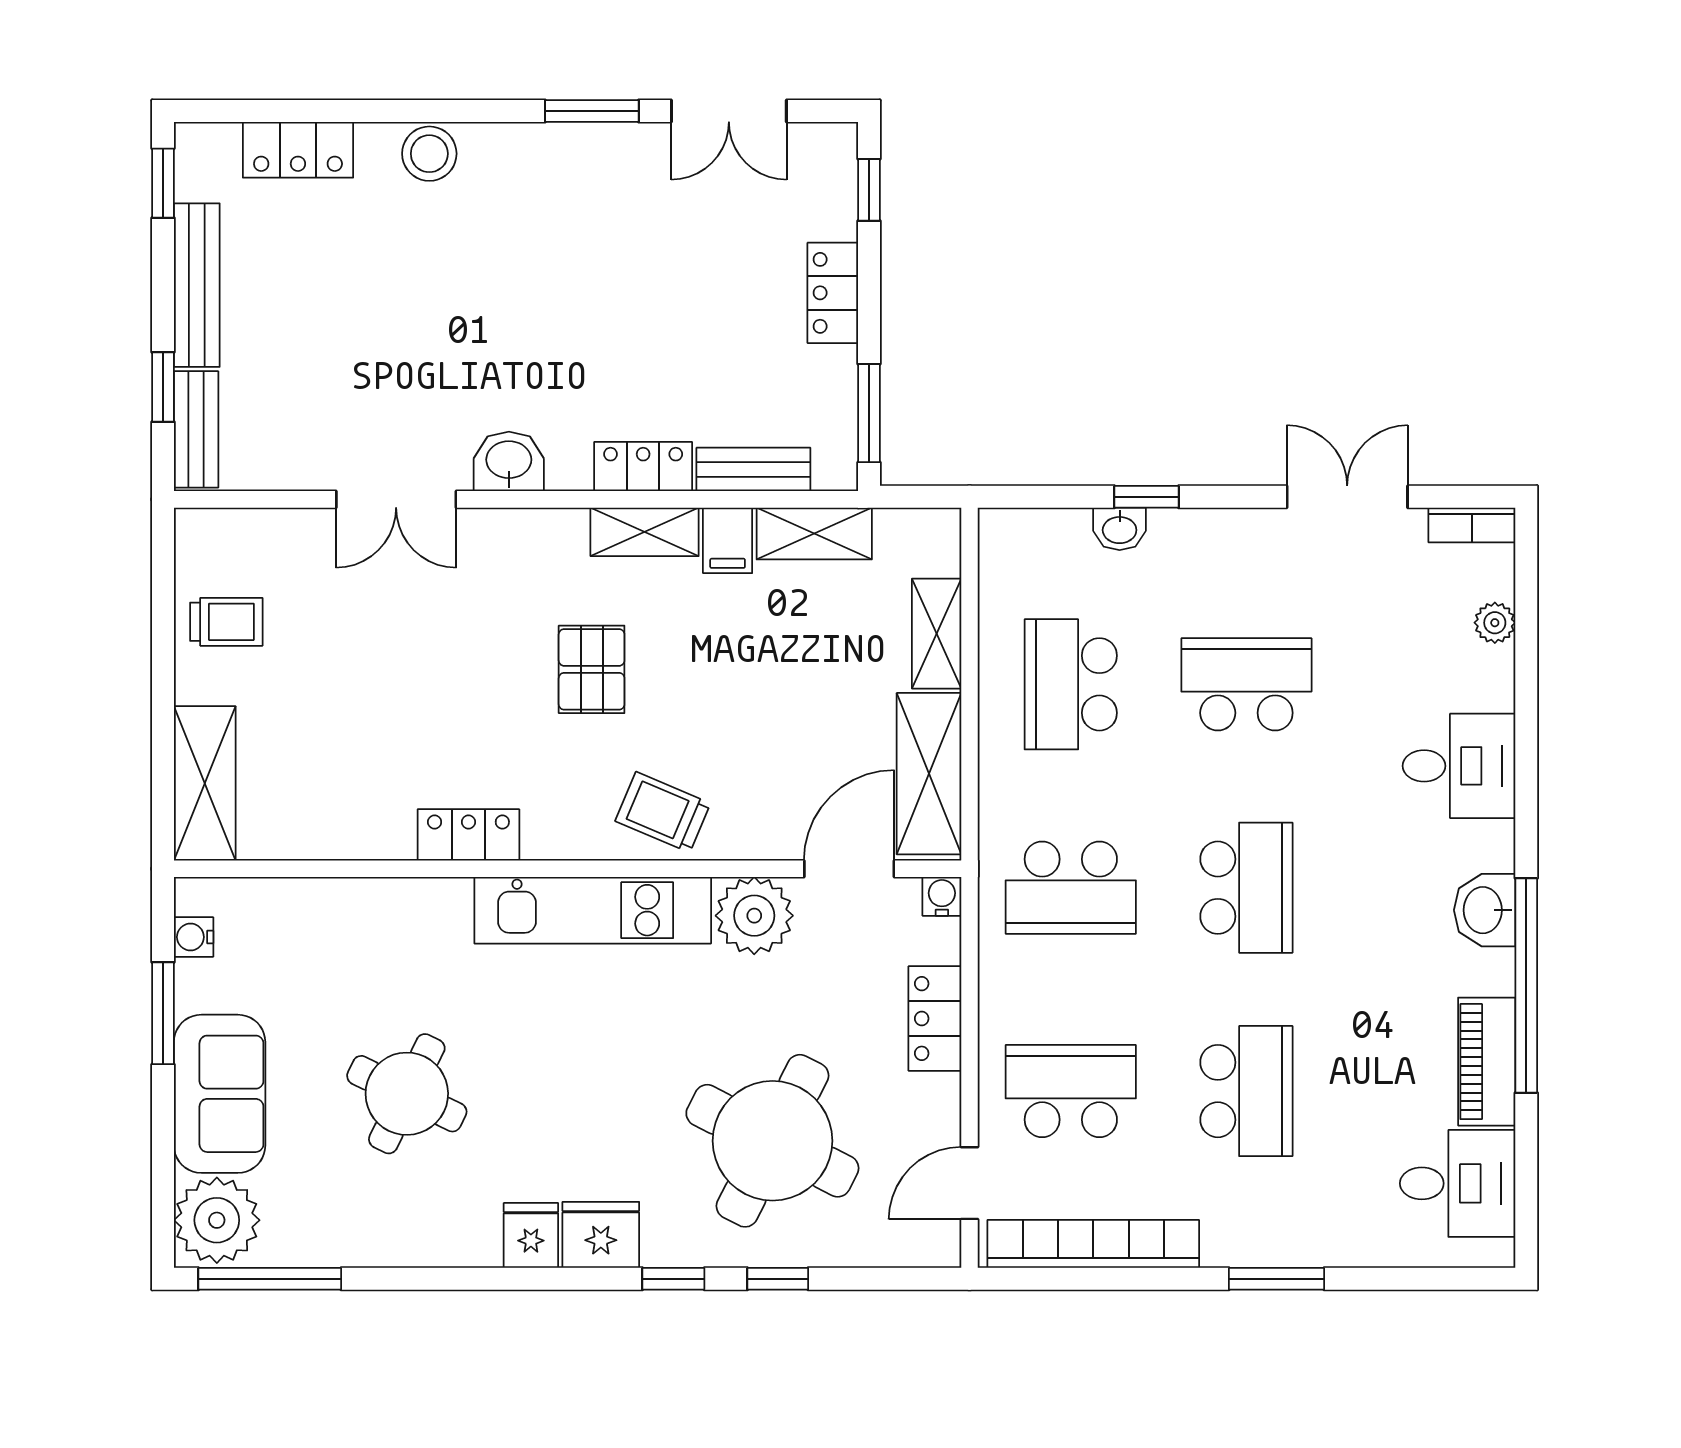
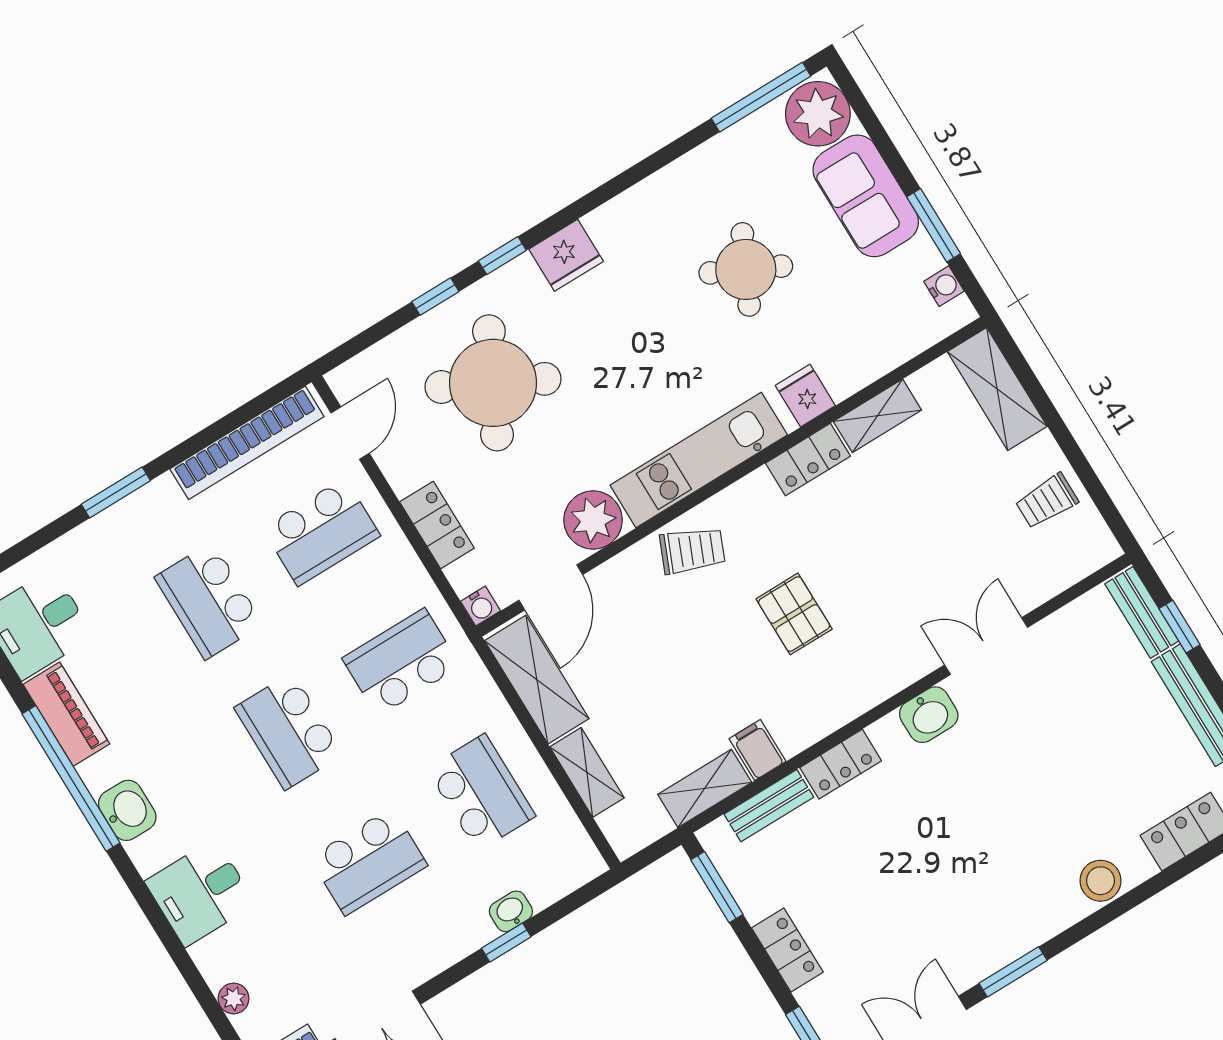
shelving: (645, 532) -> (877, 416), moved
fridge: (531, 1235) -> (805, 396), moved, turned 180

